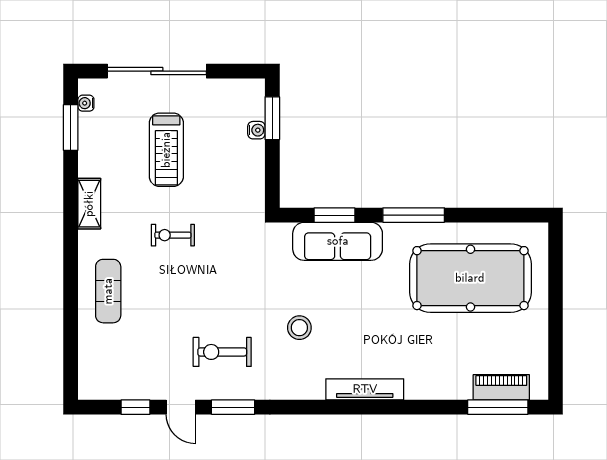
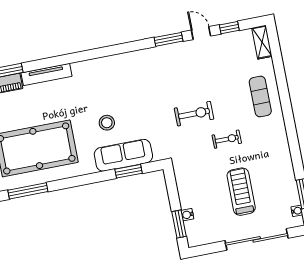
shelving: (89, 204) -> (262, 42), moved
window: (414, 215) -> (28, 191), moved
stool: (299, 328) -> (107, 123), moved
exercise bike: (222, 352) -> (194, 114), moved
tv unit: (365, 389) -> (47, 75), moved

